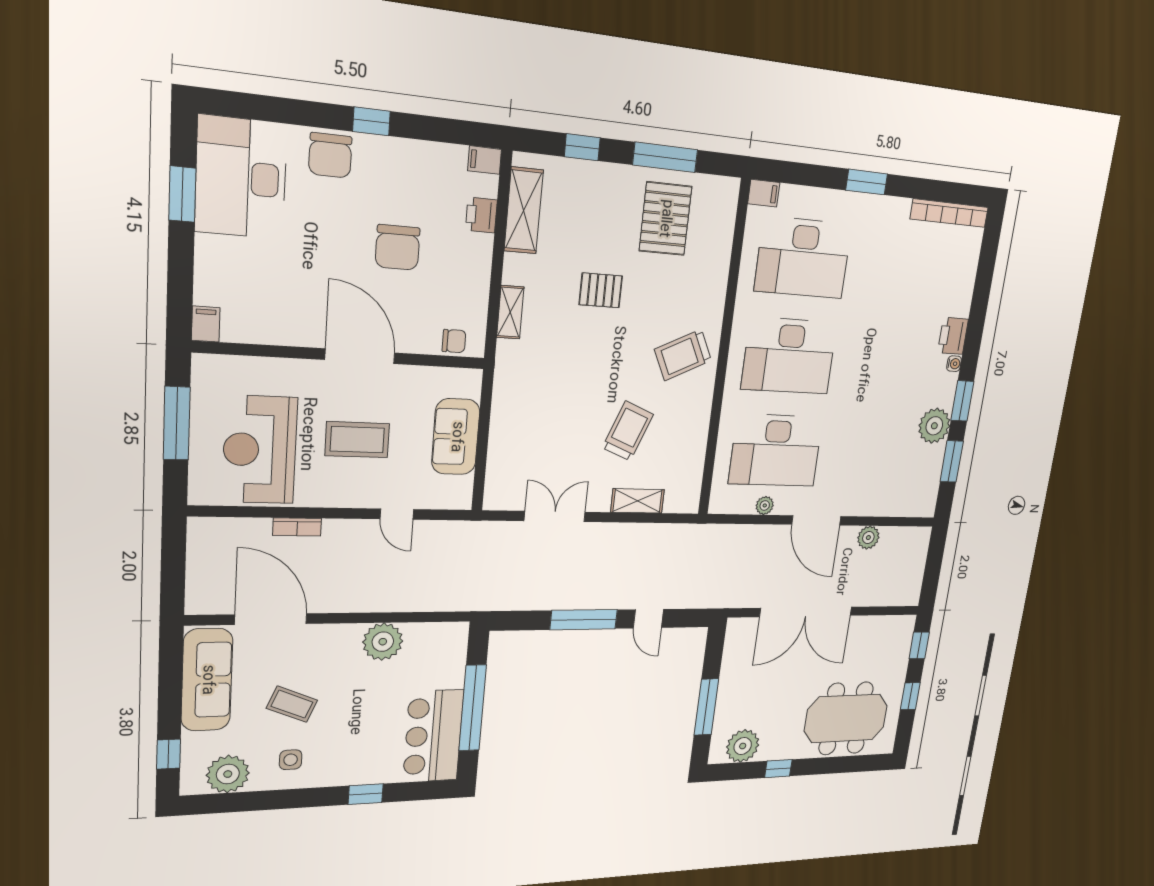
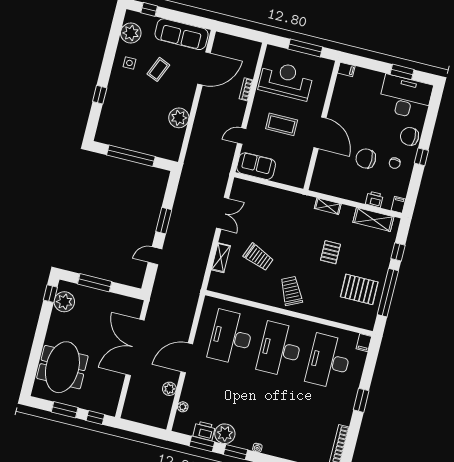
window: (665, 157) -> (388, 293), width x1.46
printer: (953, 336) -> (204, 431), moved
chair: (454, 341) -> (395, 163), moved
door: (360, 356) -> (320, 133), hinge flipped
sofa: (456, 437) -> (256, 166), moved
coffee table: (357, 440) -> (282, 124), turned 90
plant: (765, 505) -> (183, 407), moved
window: (584, 620) -> (164, 221), width x0.69
window: (910, 696) -> (65, 410), width x1.50
bar counter: (433, 736) -> (121, 134), removed
window: (778, 769) -> (50, 294), moved

